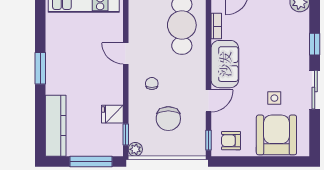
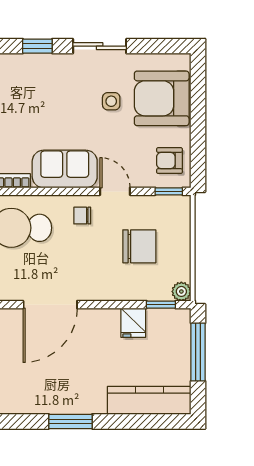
door: (126, 53) -> (50, 305), width x1.87
chair: (152, 83) -> (82, 216), moved
armchair: (231, 141) -> (169, 161), turned 90

